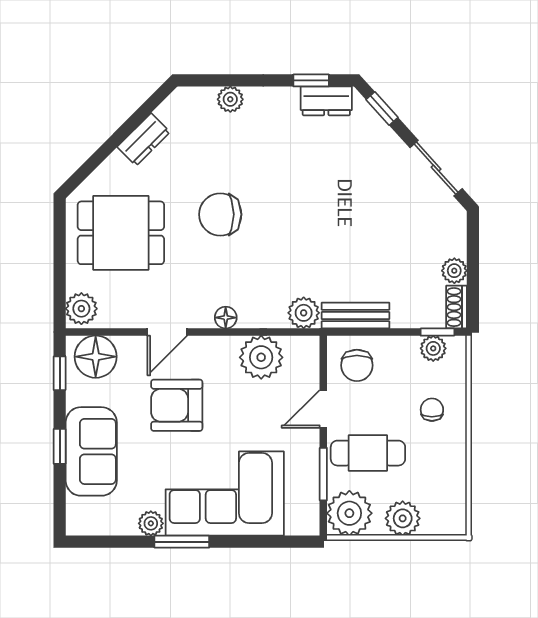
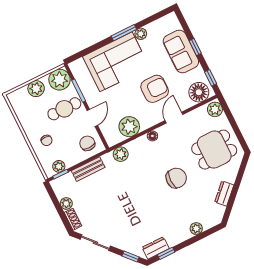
shoe rack: (456, 307) -> (73, 219), moved
bench: (356, 316) -> (88, 169), moved

